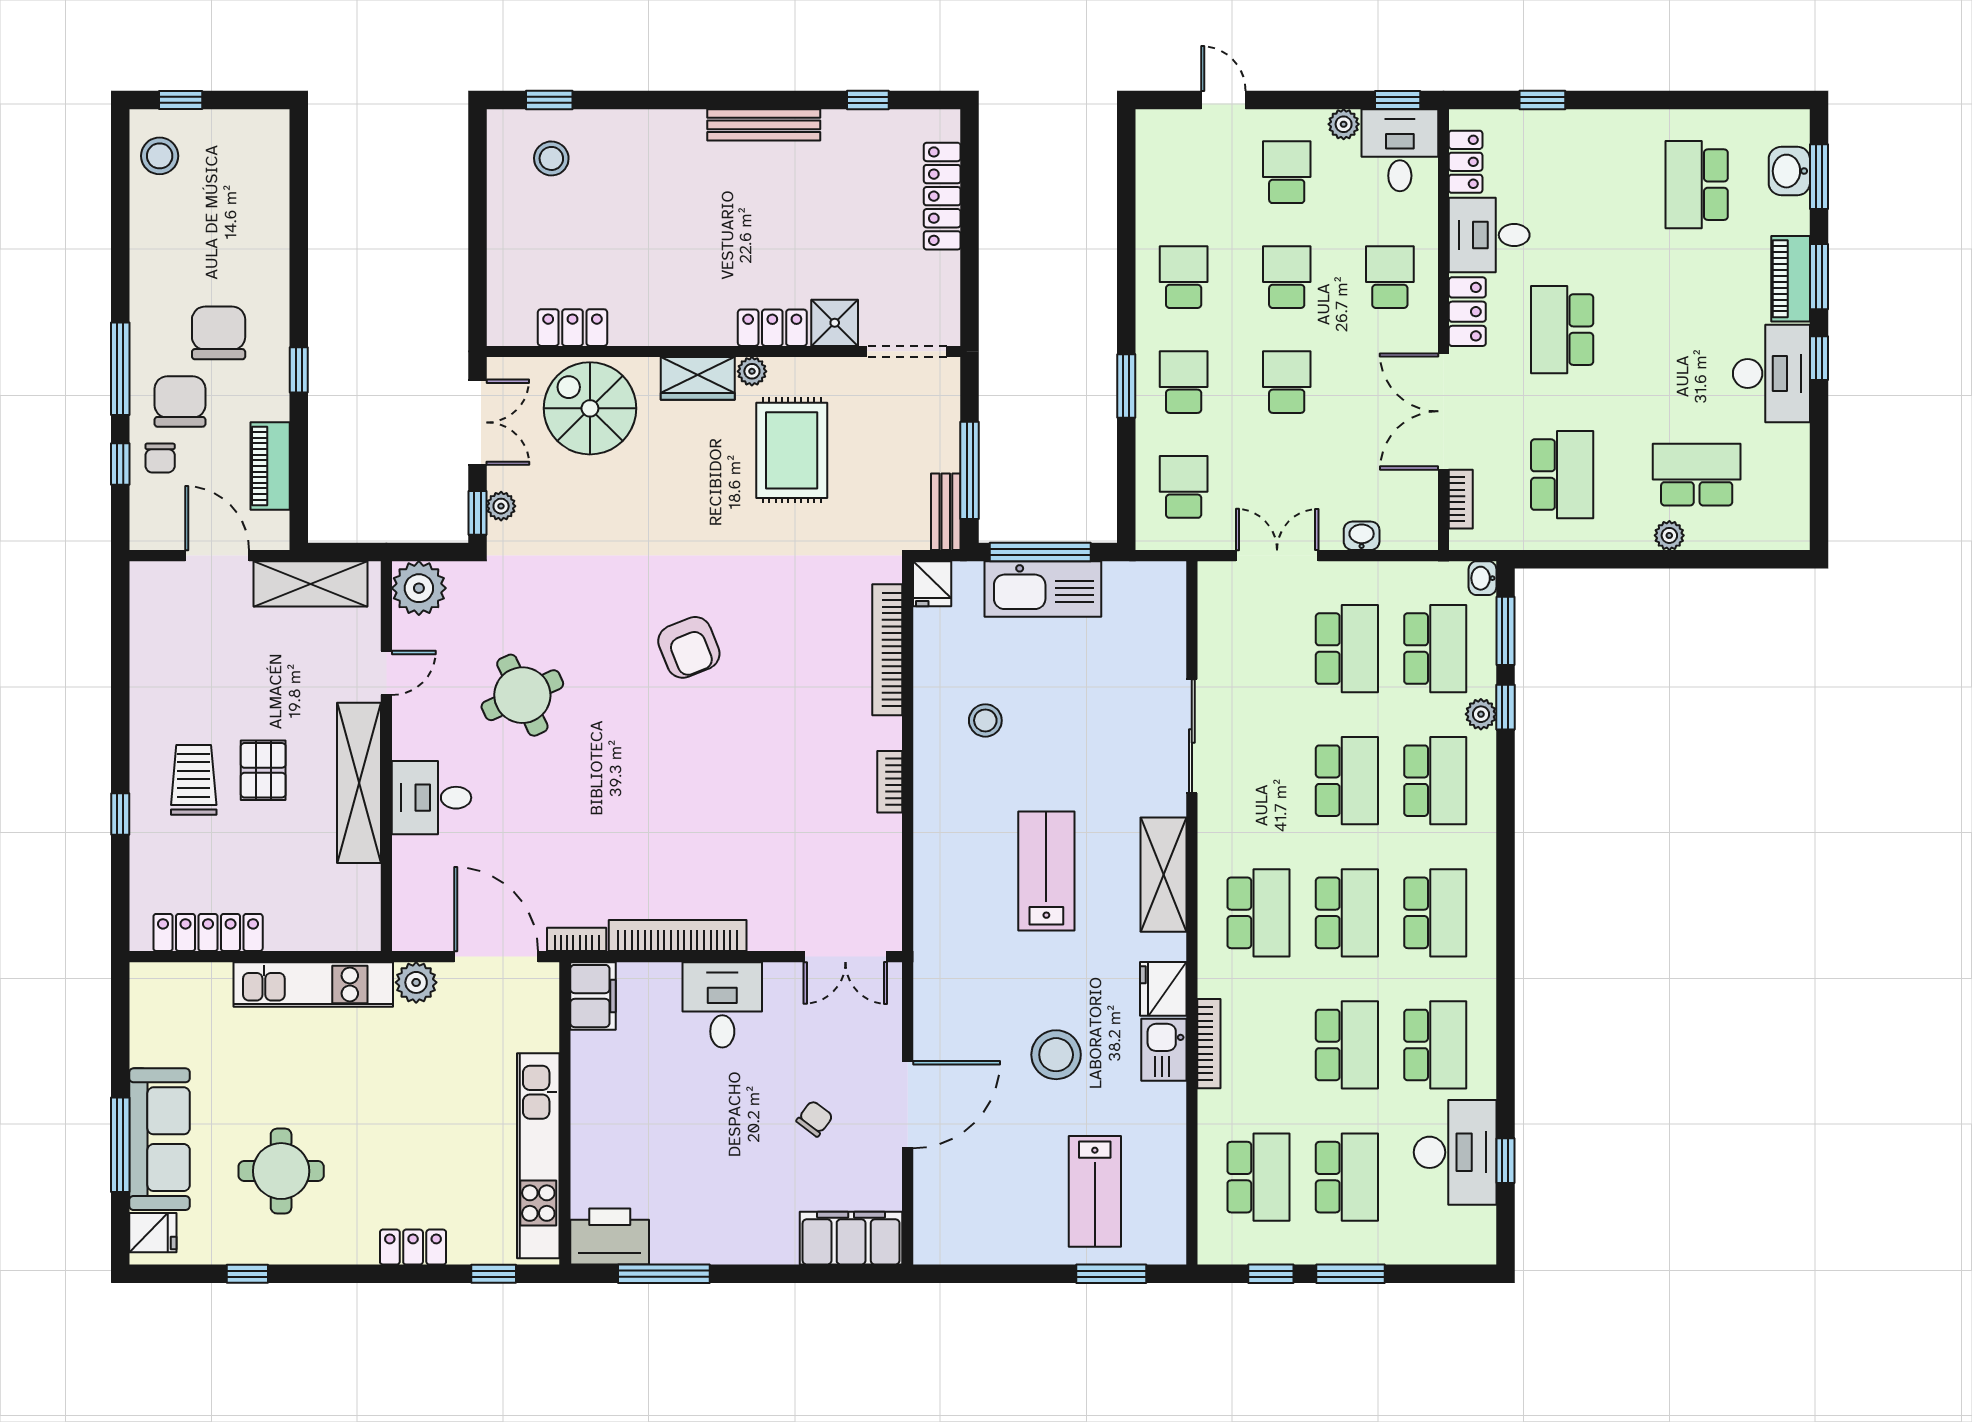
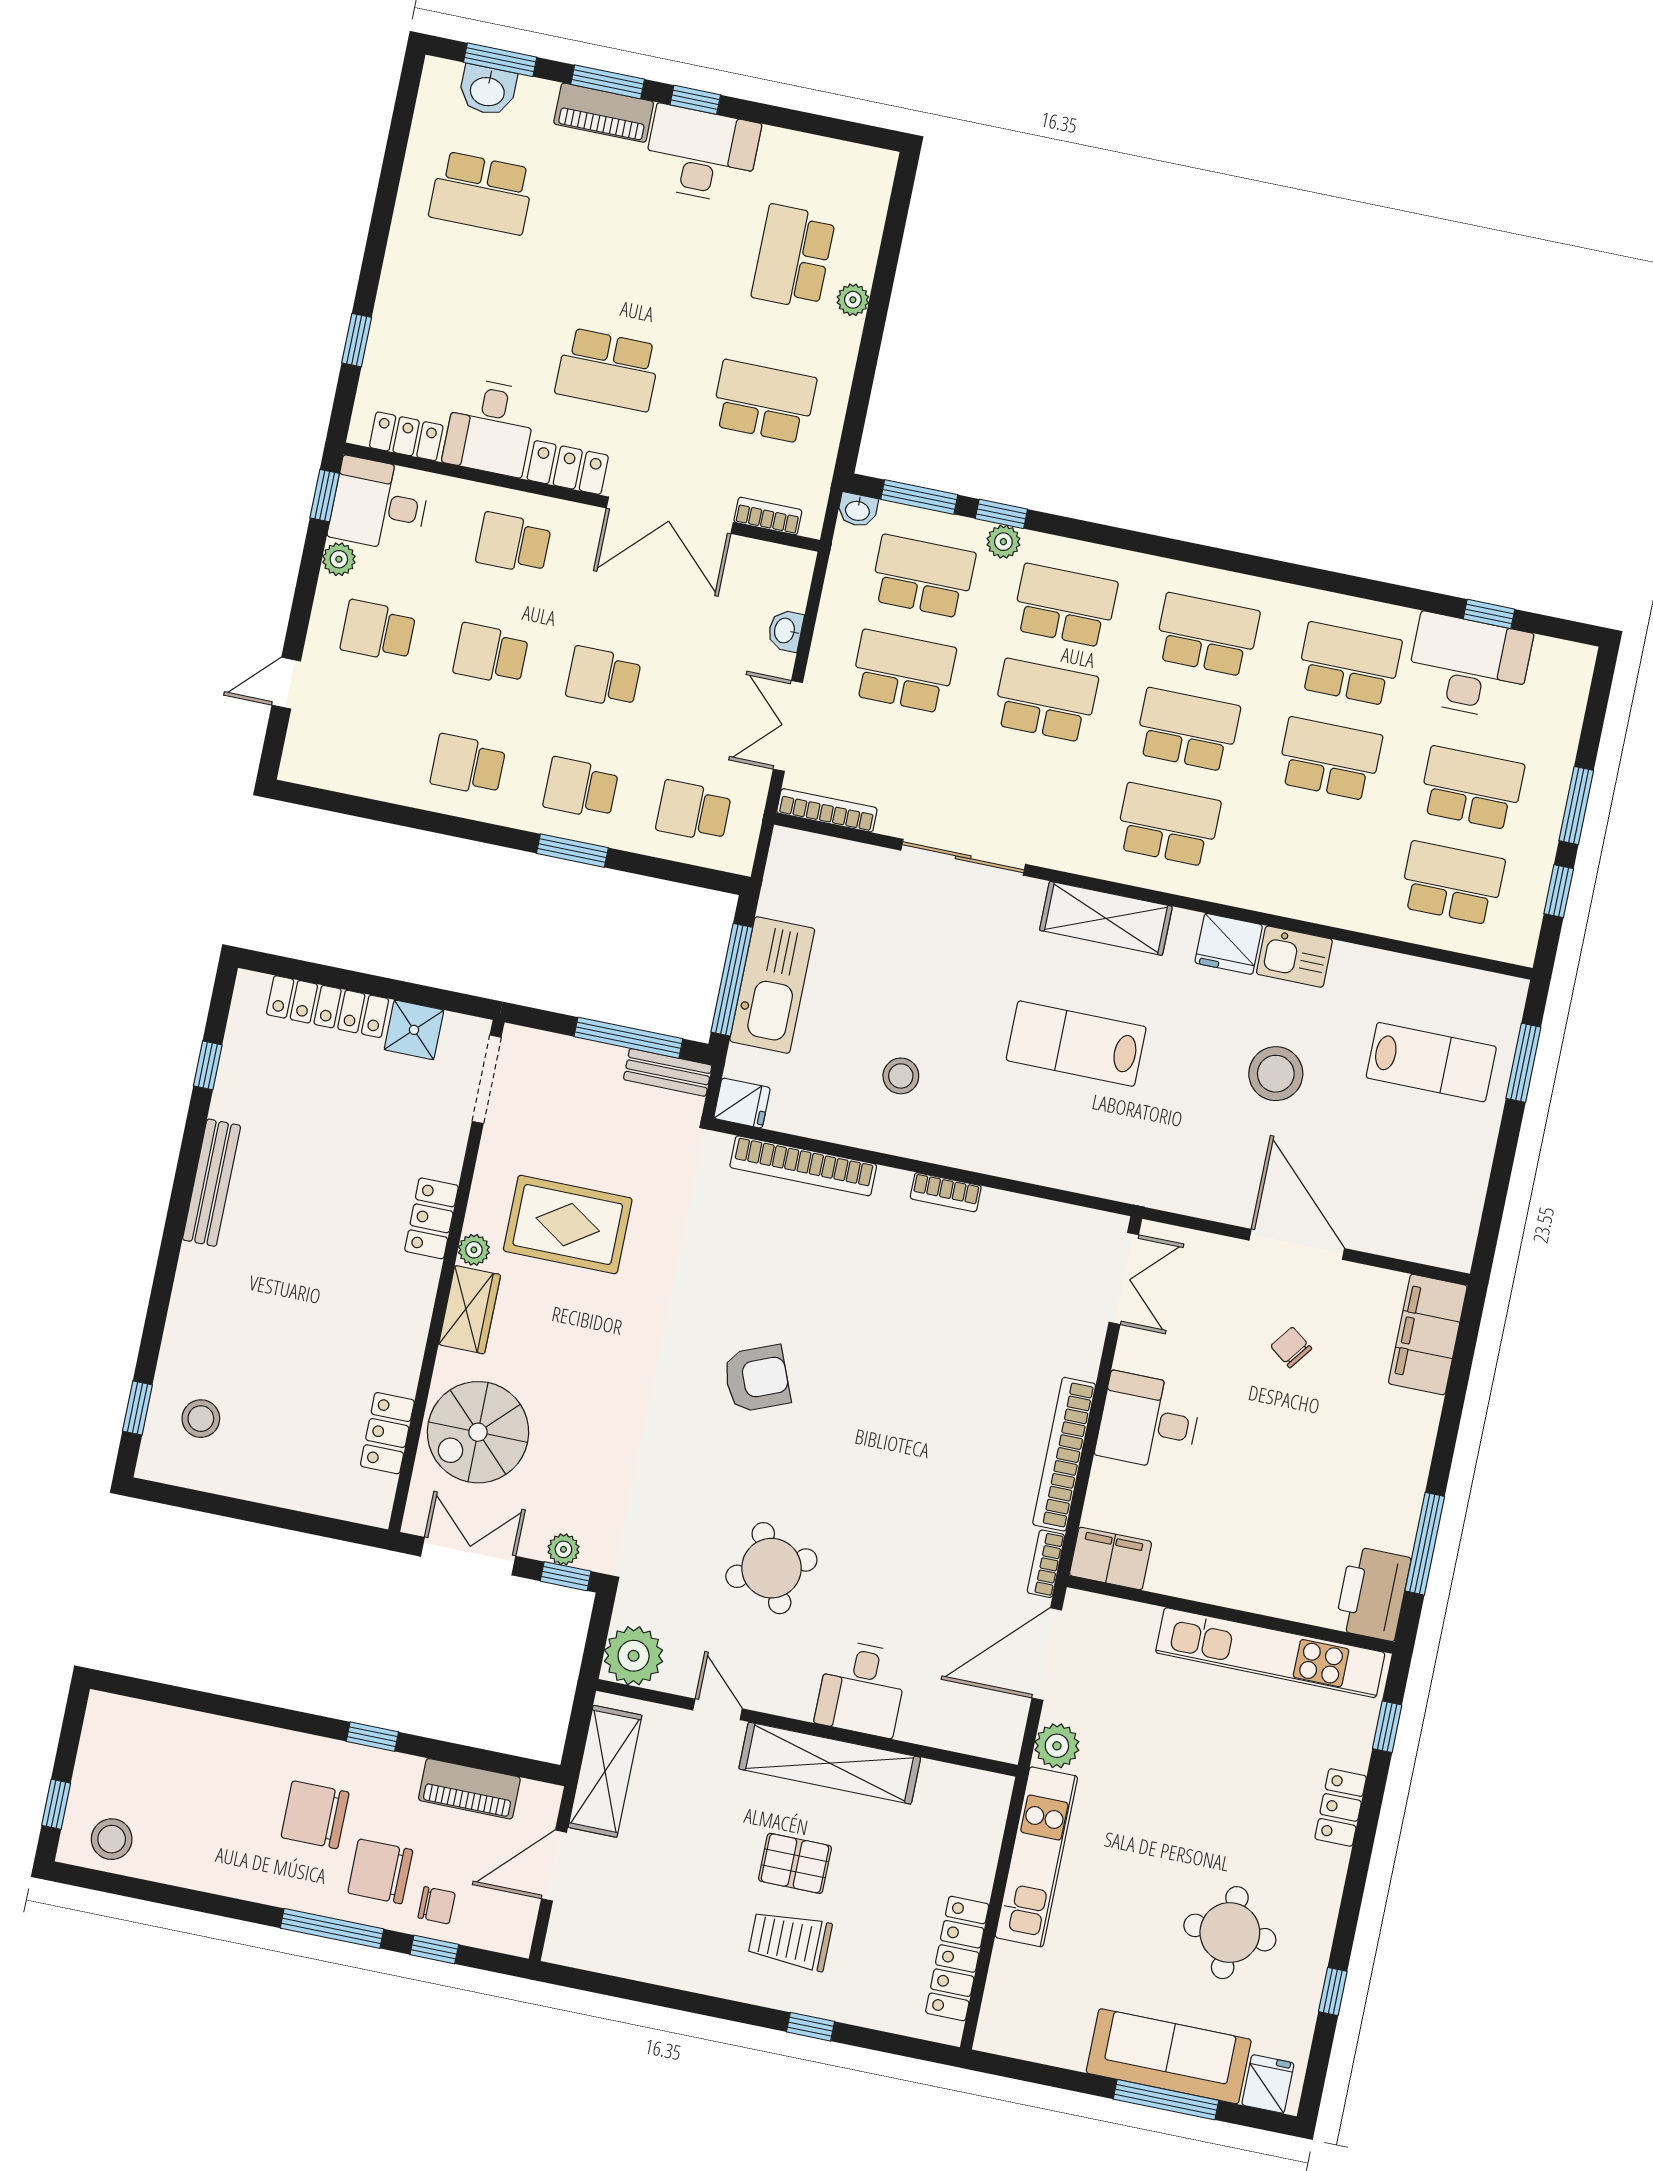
shower: (835, 323) -> (414, 1030), moved
bookcase: (1209, 1044) -> (827, 810), moved

